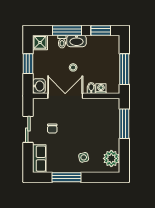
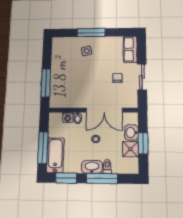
shower: (40, 42) -> (130, 149), moved
bathtub: (112, 52) -> (55, 155), added
window: (124, 69) -> (43, 148), moved
washbasin: (39, 86) -> (131, 132), moved
plant: (111, 158) -> (60, 50), removed
window: (67, 177) -> (91, 33), moved

